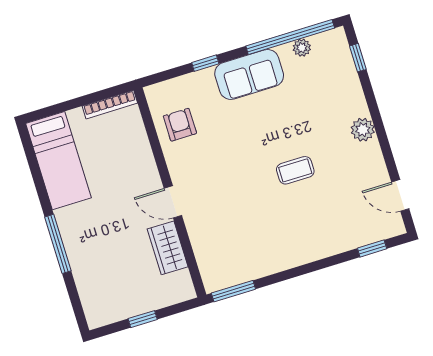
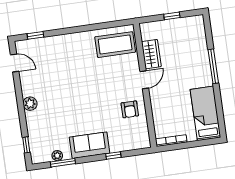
window: (290, 37) -> (63, 163), width x0.47
armchair: (180, 125) -> (130, 109), moved
coffee table: (295, 170) -> (115, 45), moved, width x1.86, depth x1.72
door: (173, 202) -> (144, 80), hinge flipped
window: (233, 291) -> (118, 24), removed

